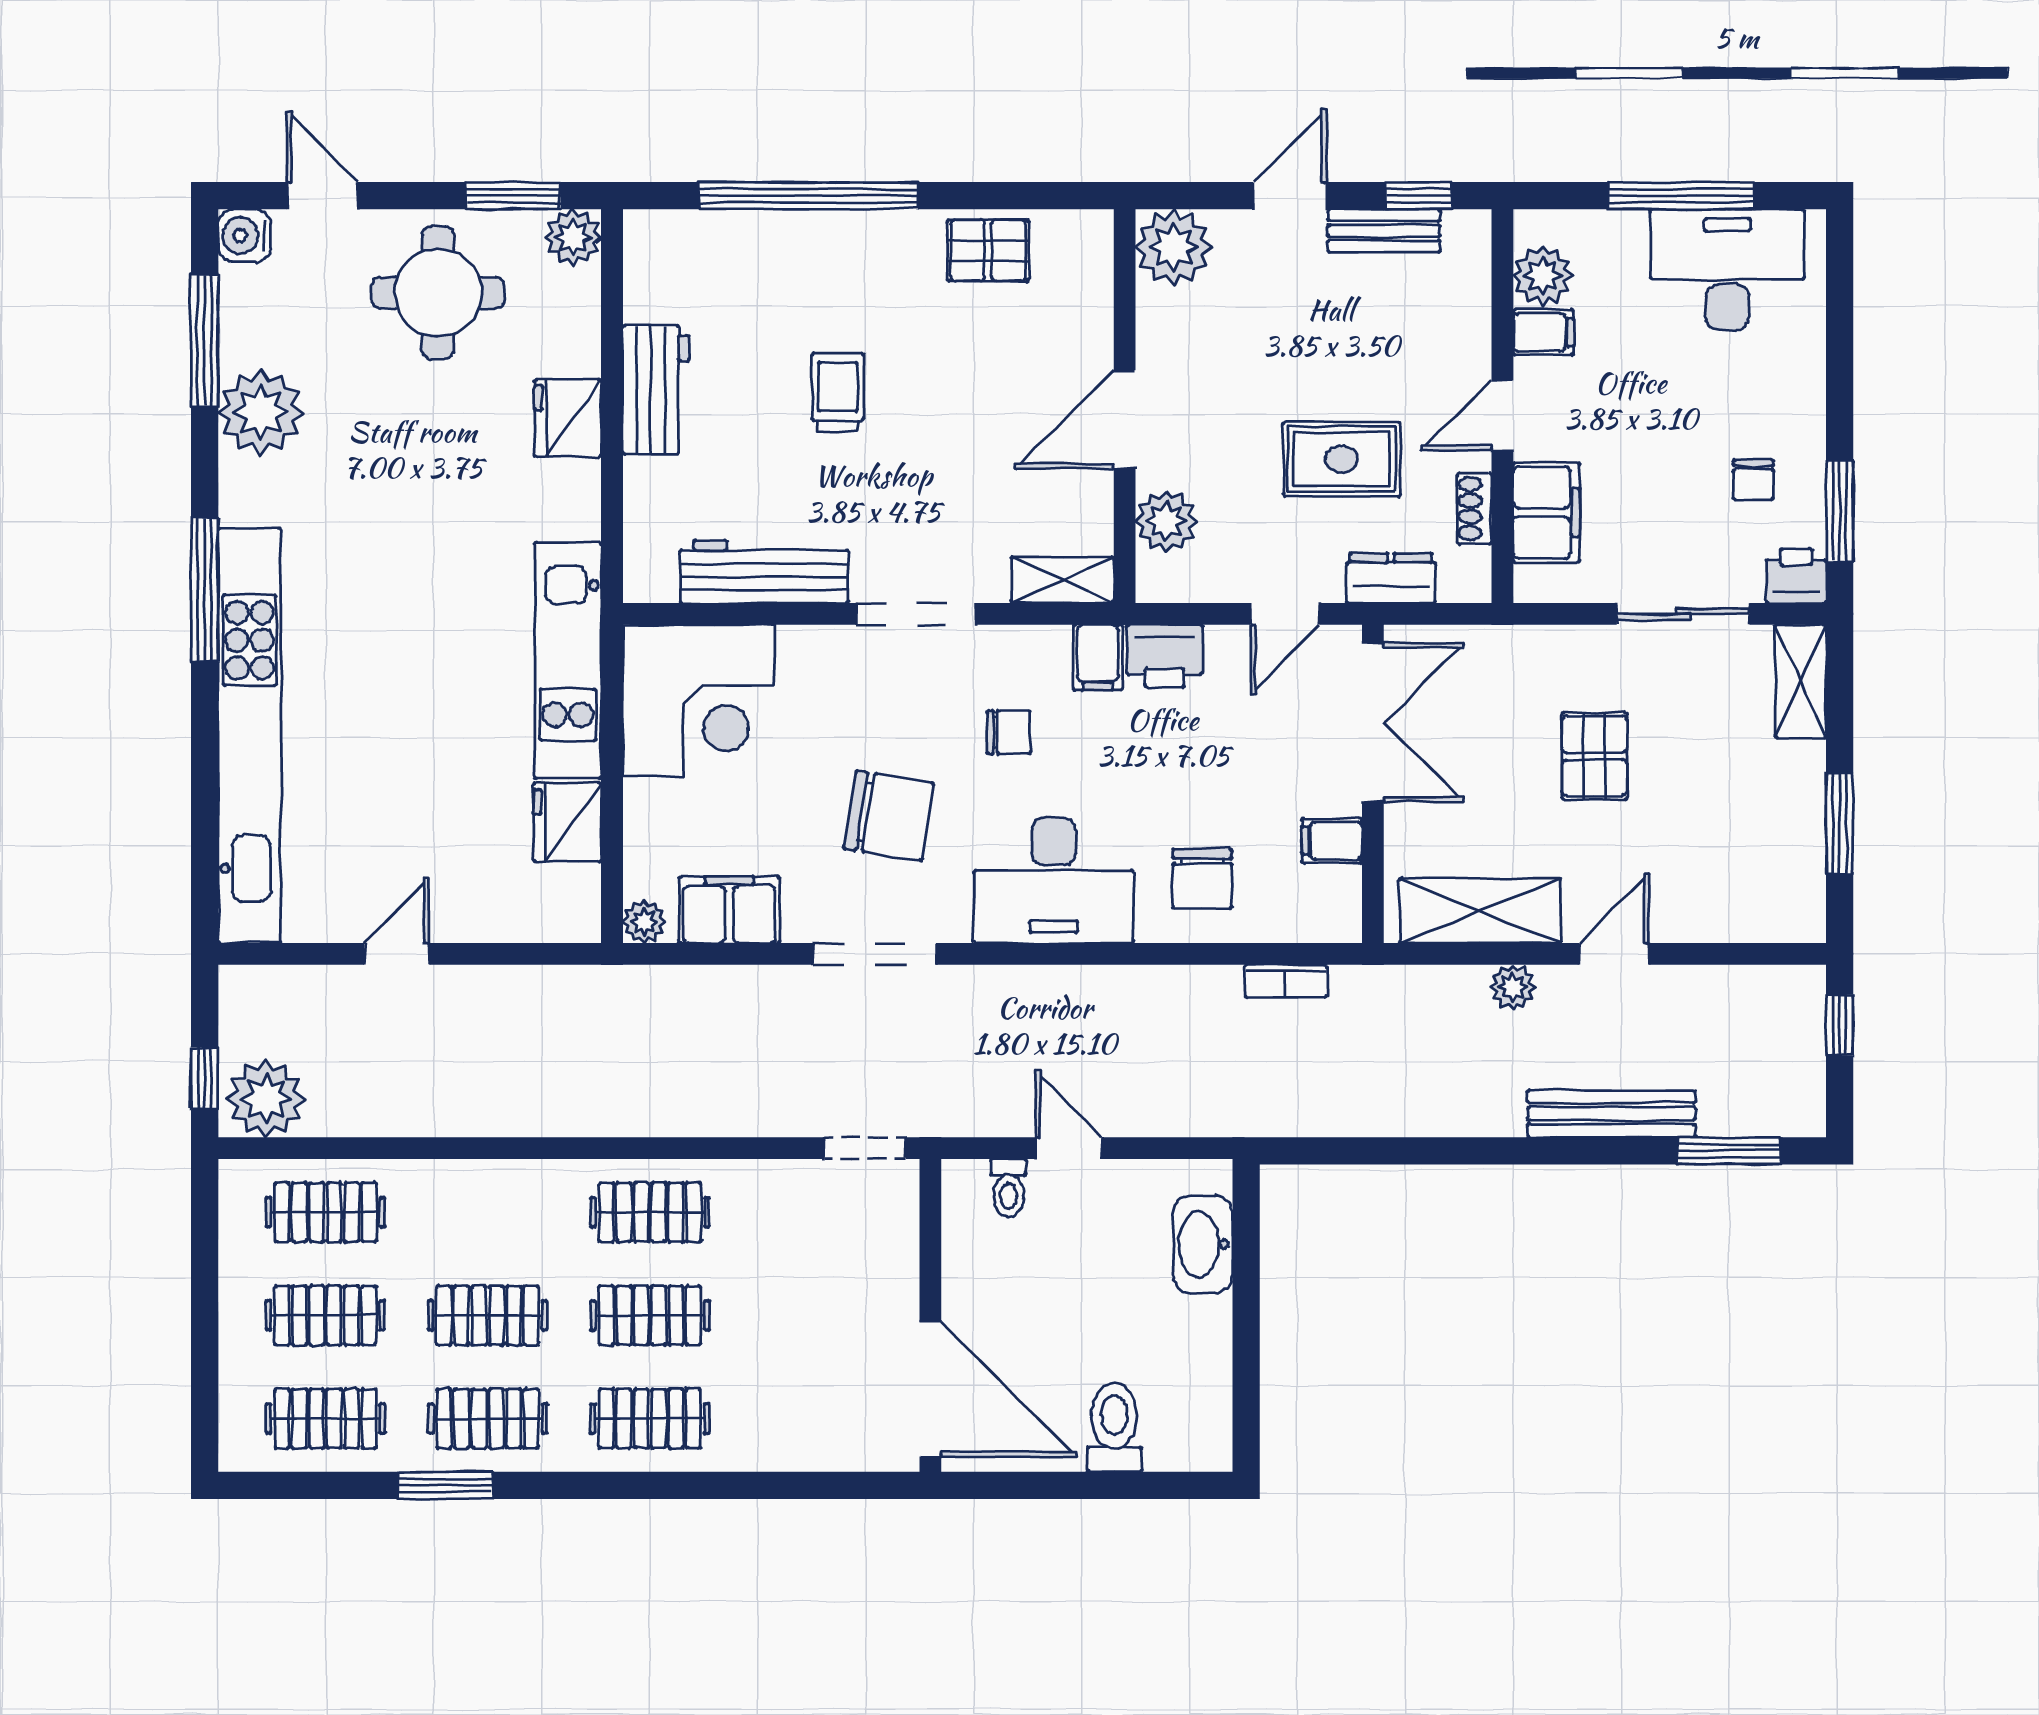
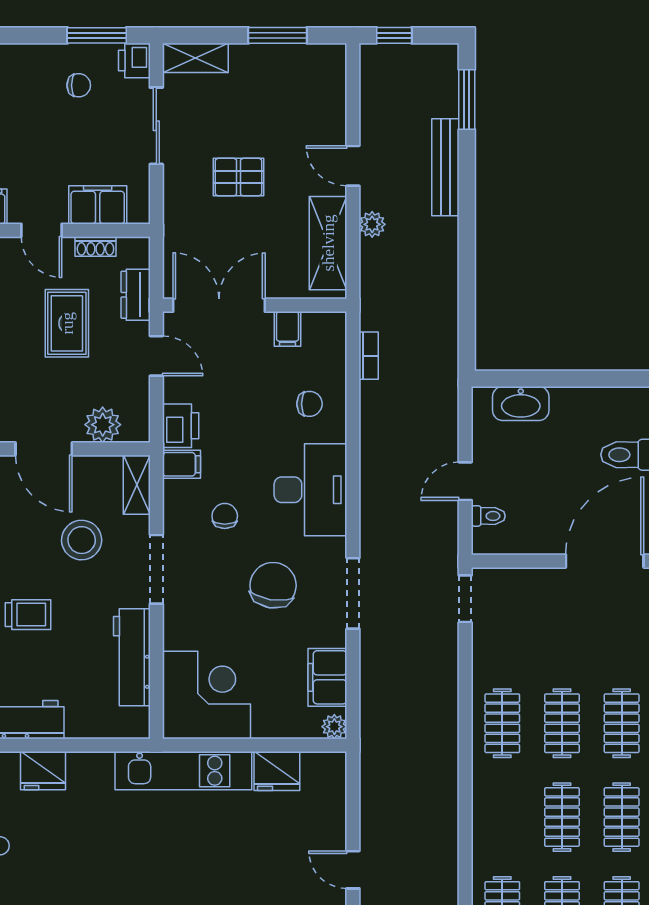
trolley: (838, 392) -> (28, 615), turned 180
stool: (967, 485) -> (82, 540), added
chair: (1202, 879) -> (309, 404), width x0.73, depth x0.73

